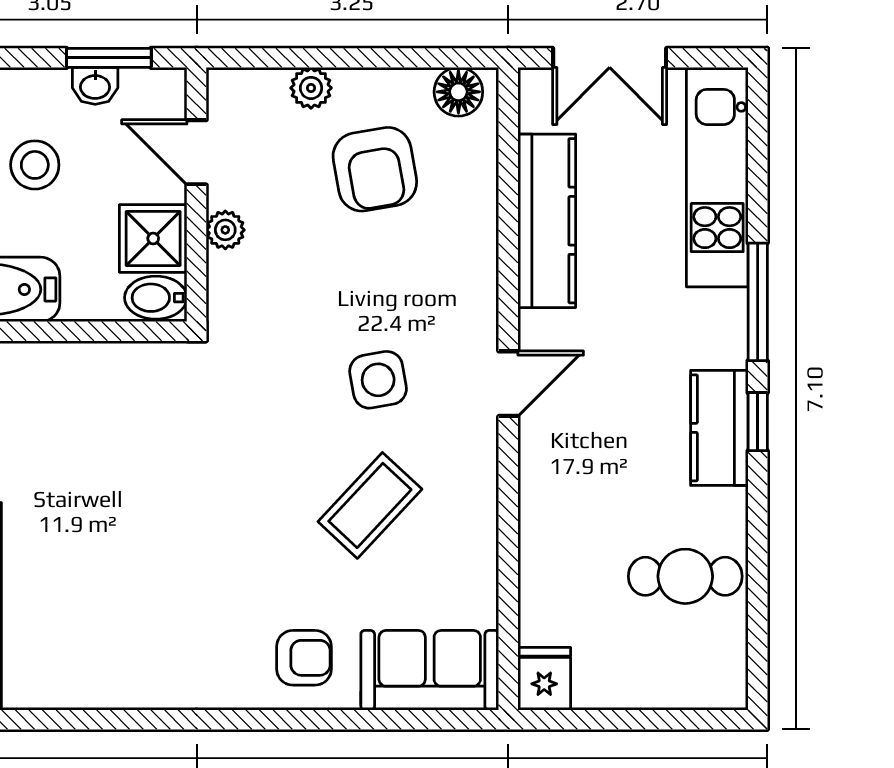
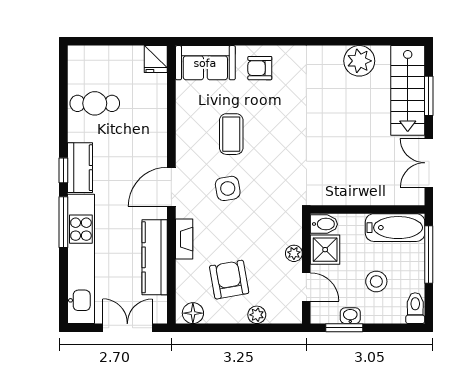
kitchen unit: (717, 177) -> (81, 259), width x1.36
fireplace: (479, 263) -> (184, 239), added
door: (508, 384) -> (171, 187), width x1.38
coffee table: (370, 505) -> (231, 134), turned -43
plant: (74, 675) -> (359, 61), added

